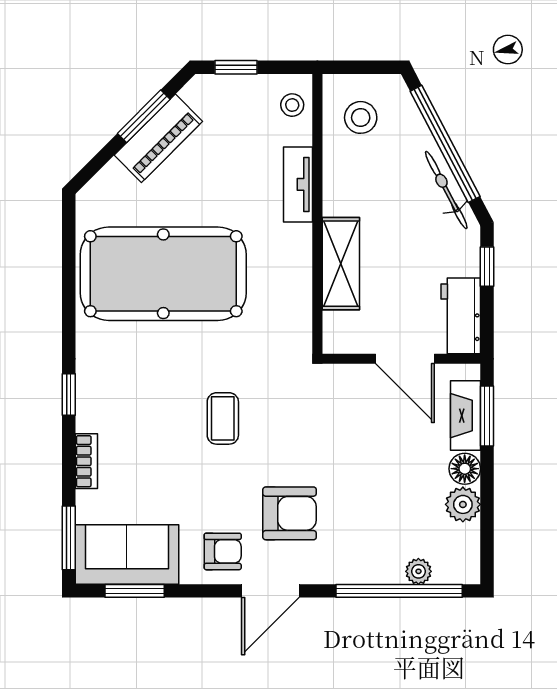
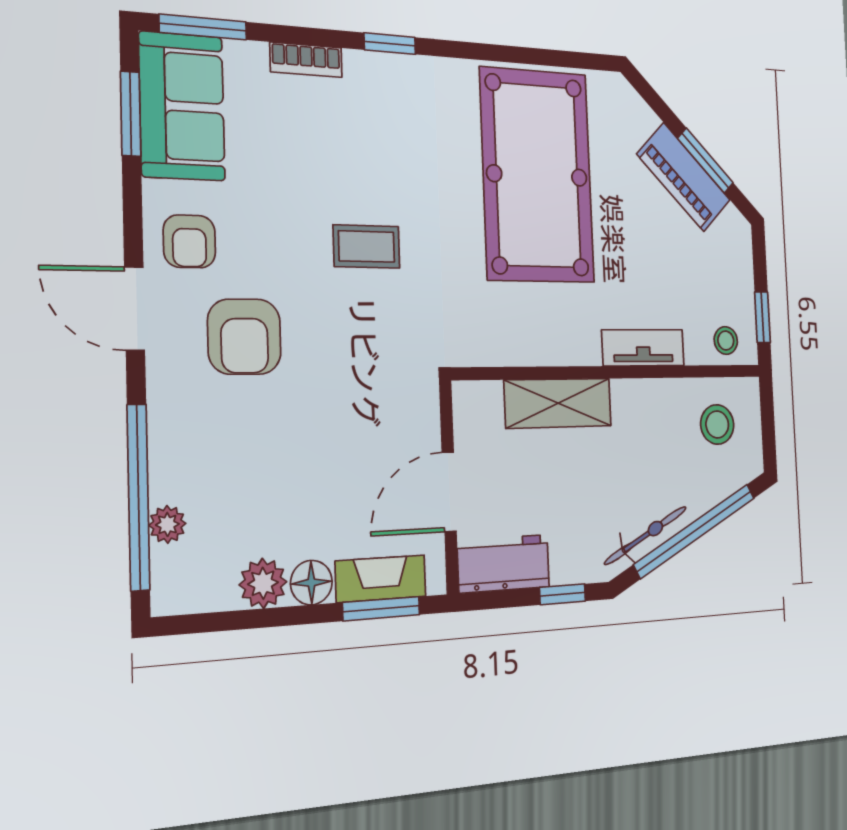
window: (236, 67) -> (762, 317), moved

